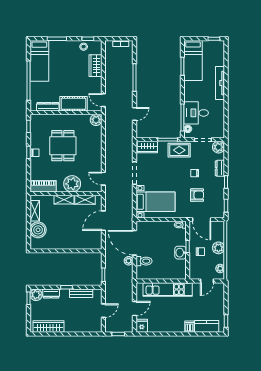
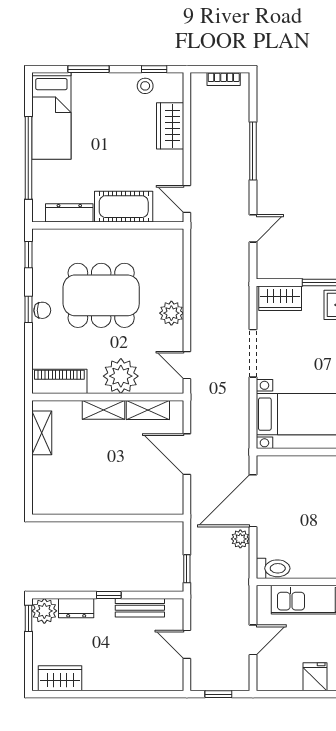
plant: (96, 120) -> (171, 313), moved
dining table: (63, 146) -> (101, 295), width x1.38
door: (103, 221) -> (187, 454), hinge flipped
boiler: (38, 230) -> (49, 474), removed
door: (135, 243) -> (253, 501), hinge flipped
toilet: (144, 261) -> (273, 568), moved
door: (103, 311) -> (187, 644), swing flipped
fridge: (142, 326) -> (315, 677), moved
wardrobe: (49, 327) -> (60, 678), width x0.67

